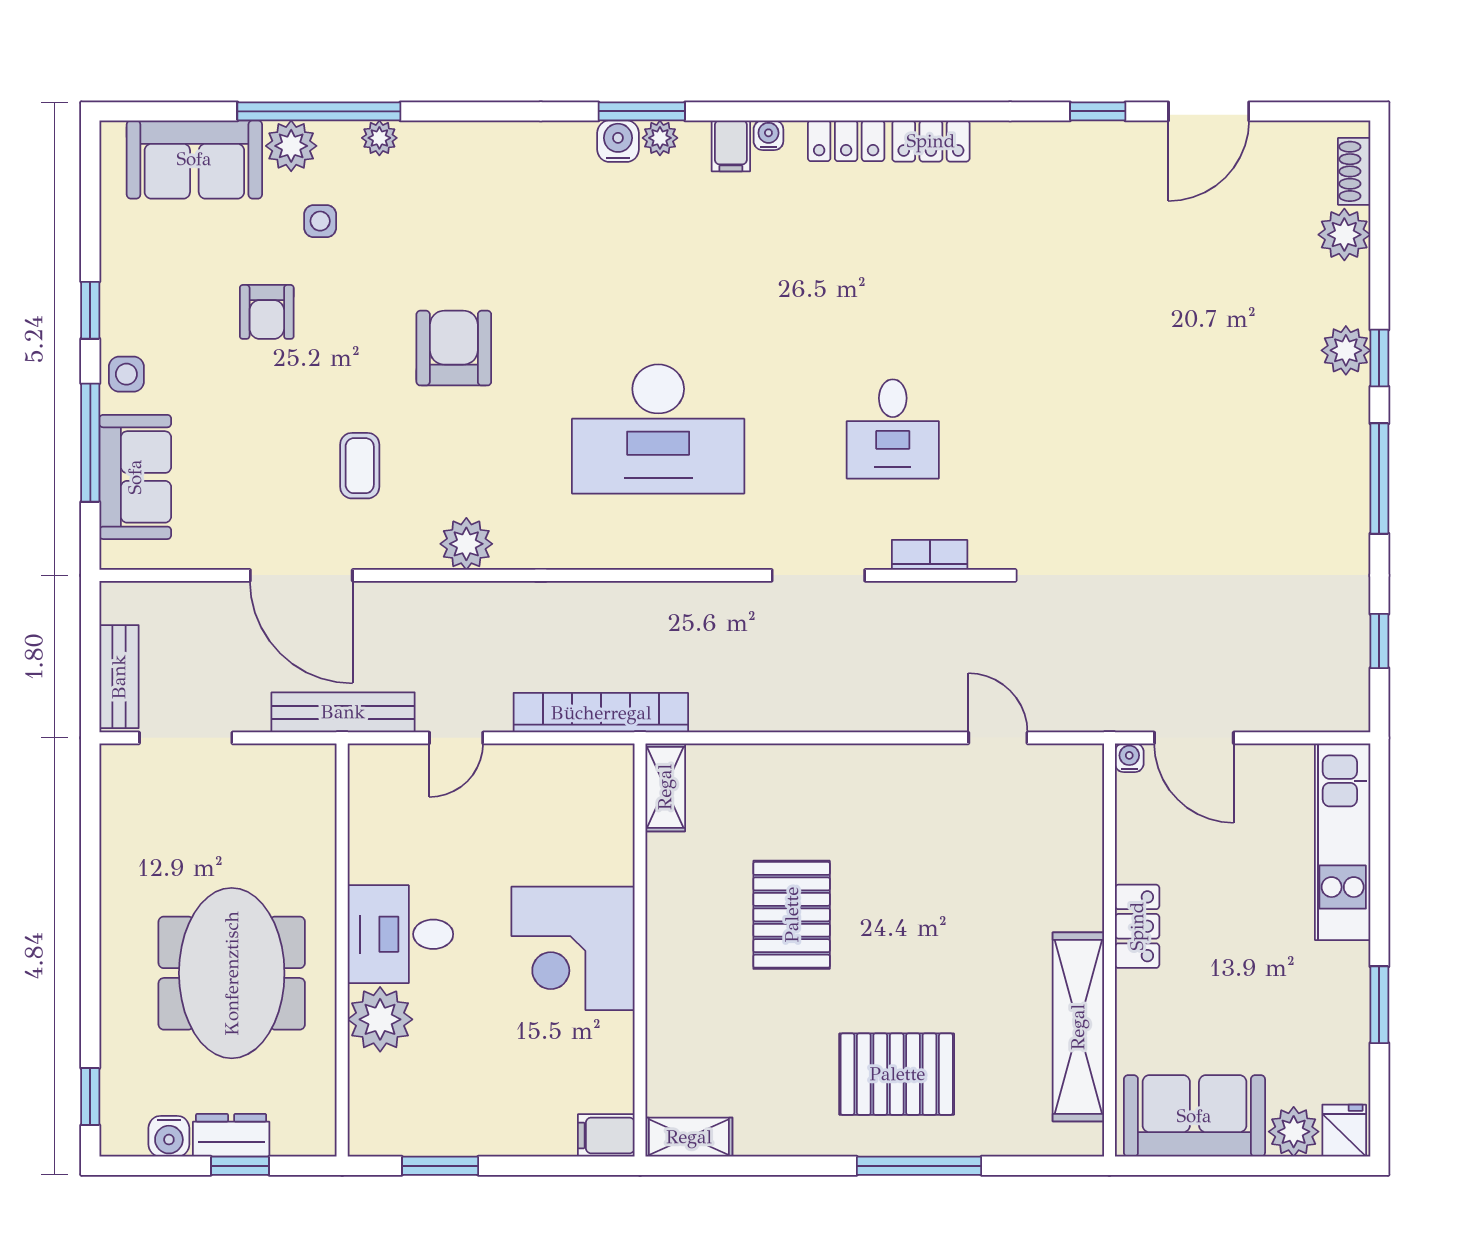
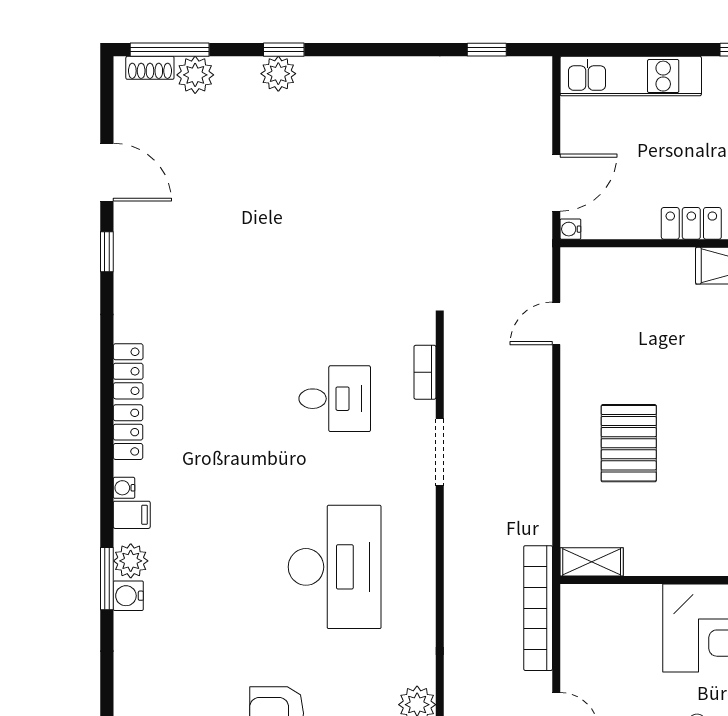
plant: (660, 138) -> (131, 561), width x1.38, depth x1.38
window: (1379, 478) -> (170, 50), moved
pallet: (792, 915) -> (629, 443), moved, turned 90

